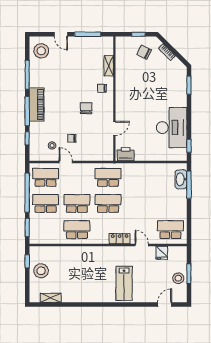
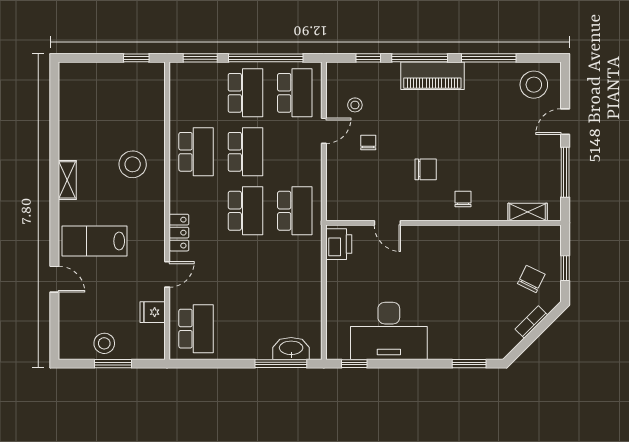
shelving: (109, 66) -> (528, 212), moved
stool: (41, 271) -> (133, 164), moved
shelving: (51, 298) -> (67, 180), moved
door: (165, 305) -> (54, 279), moved

